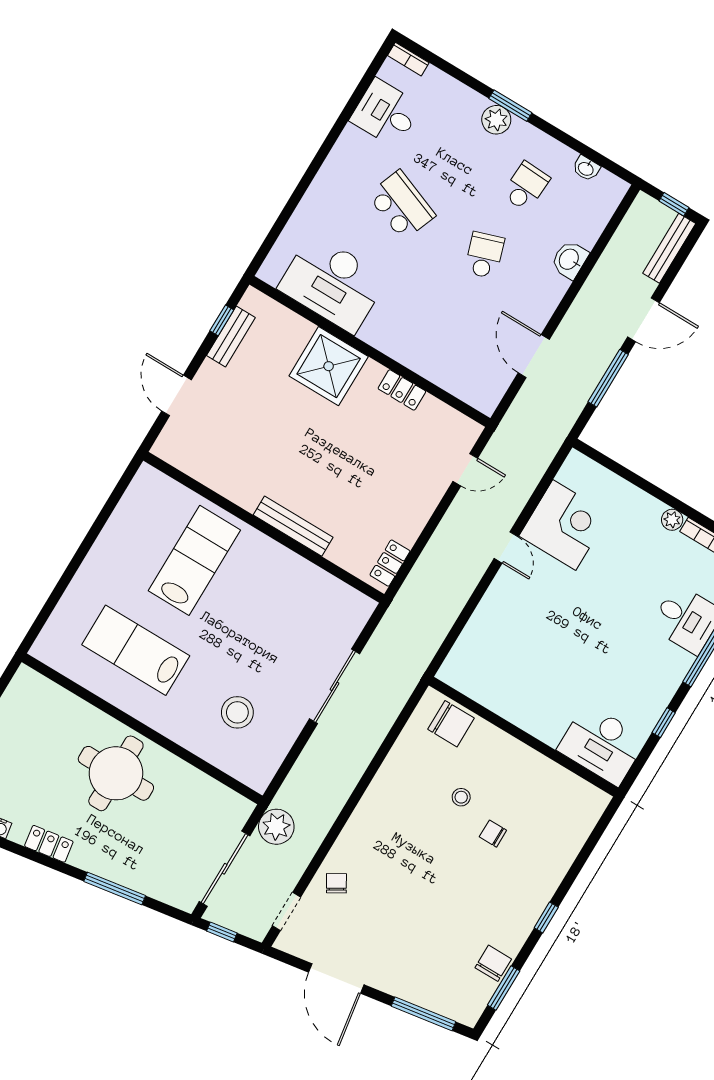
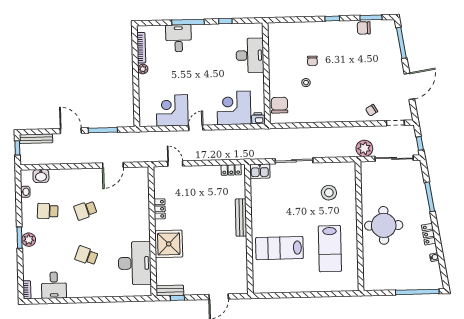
school desk: (401, 205) -> (86, 256), width x0.54
washbasin: (570, 260) -> (41, 176), moved
bench: (231, 337) -> (170, 290), moved
kitchen sink: (355, 613) -> (260, 171), added
corner desk: (498, 639) -> (234, 108), added
printer: (452, 670) -> (258, 118), added
desk: (602, 744) -> (250, 55), moved

